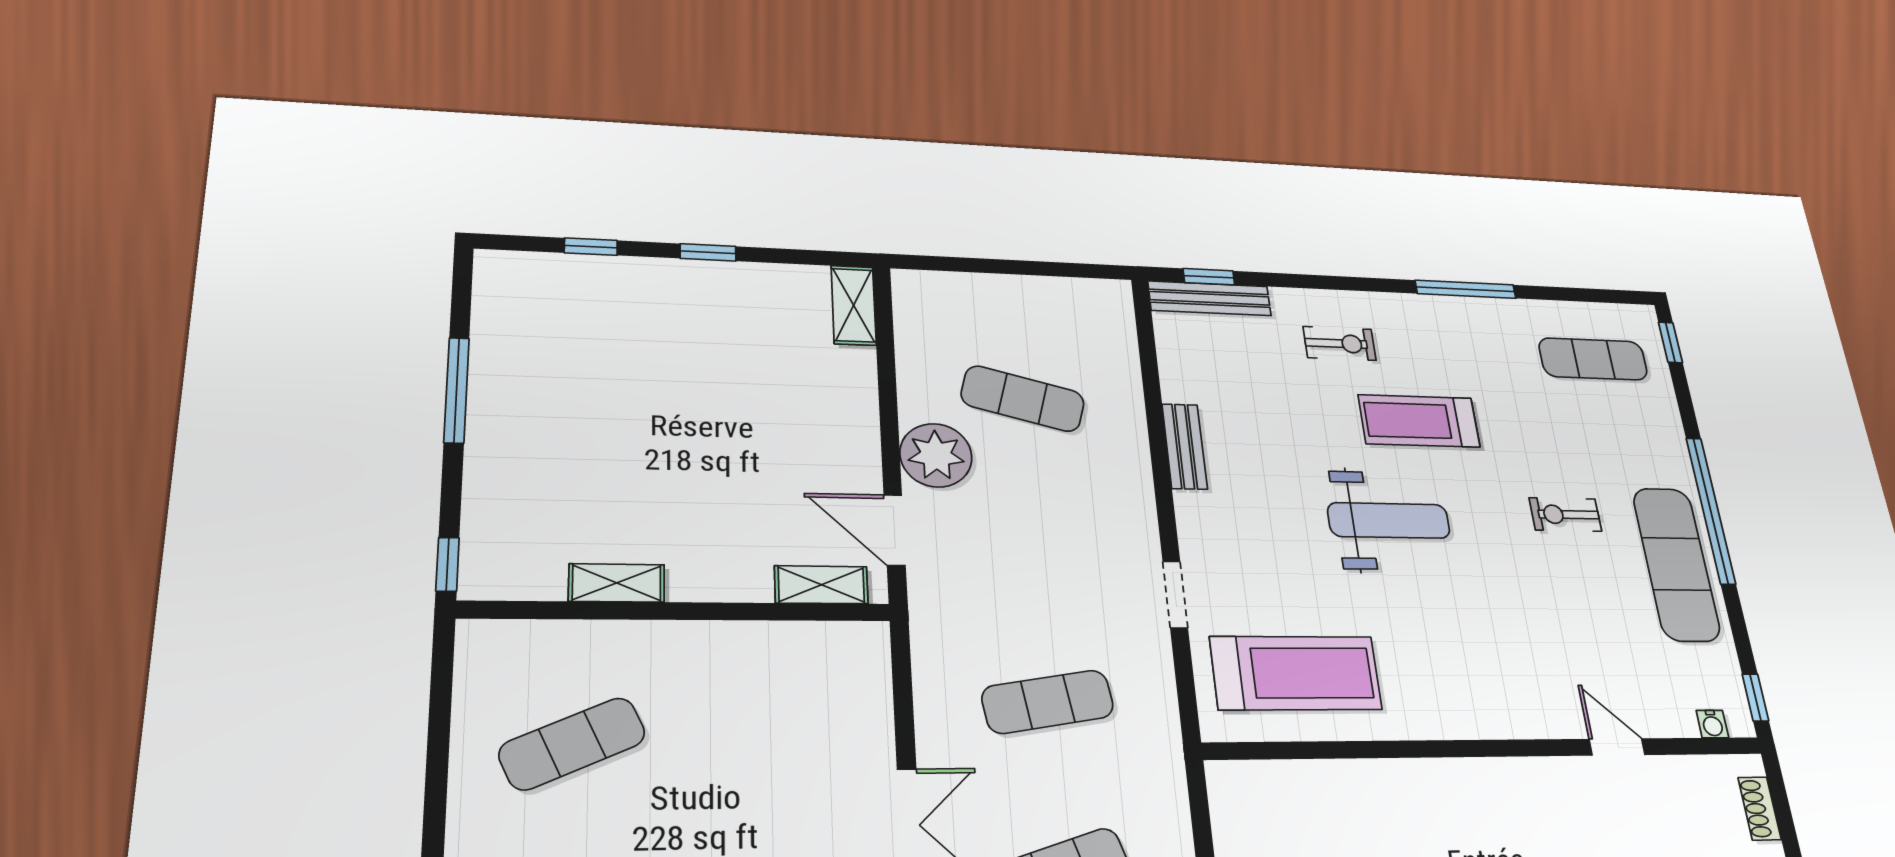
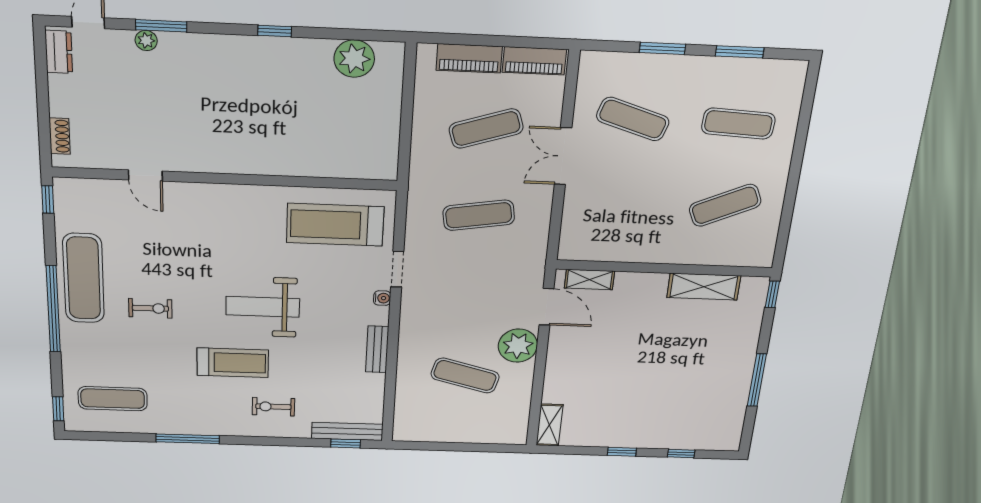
shelving: (617, 583) -> (704, 287), width x1.50, depth x1.33
water cooler: (1712, 724) -> (382, 298), moved, turned 90

